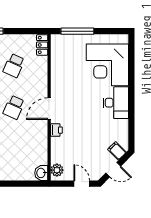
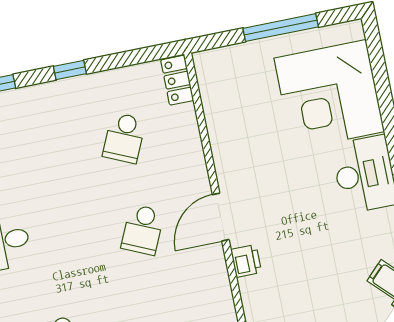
window: (77, 31) -> (281, 28), moved

